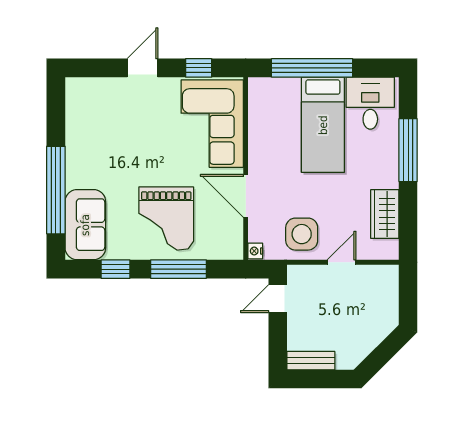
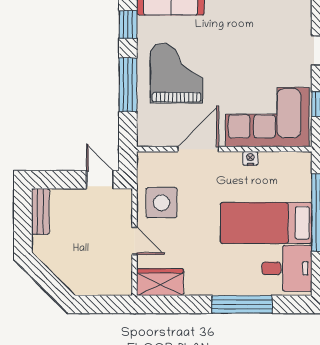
wardrobe: (385, 214) -> (160, 282), moved
grand piano: (166, 218) -> (176, 73), turned 90
nightstand: (255, 251) -> (250, 158), moved

